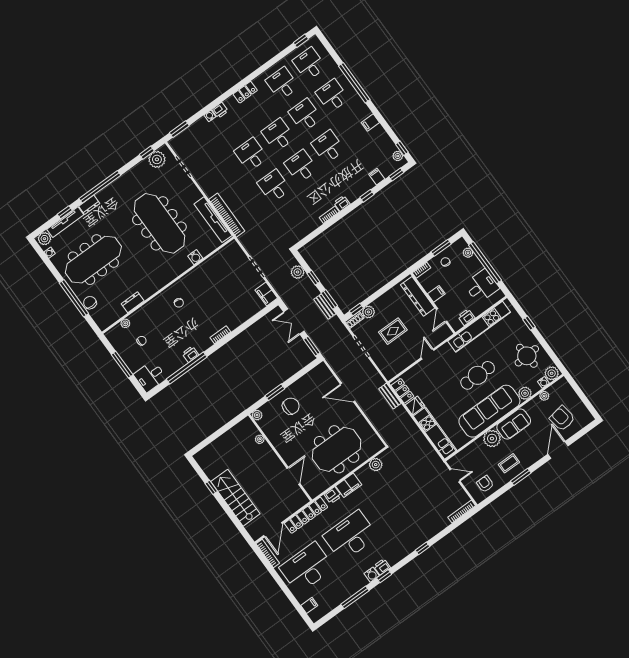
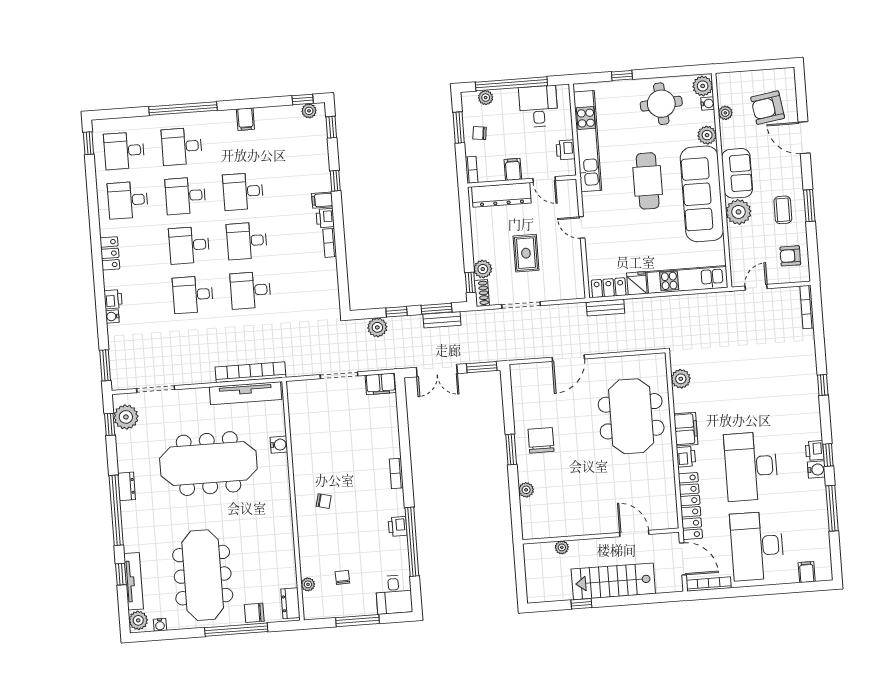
filing cabinet: (377, 177) -> (322, 200), moved
dresser: (89, 205) -> (127, 486), moved
dresser: (133, 302) -> (290, 603), moved
plant: (260, 439) -> (562, 547), moved
wall: (280, 458) -> (601, 536), moved
door: (293, 476) -> (634, 533), moved

